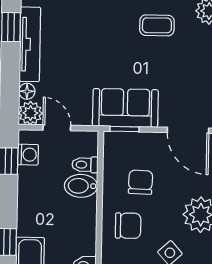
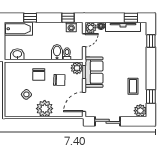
plant: (116, 144) -> (77, 68), added

